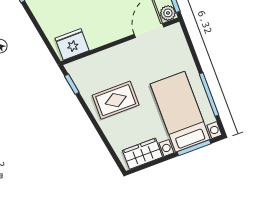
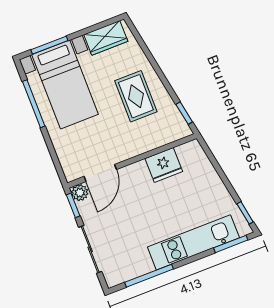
fridge: (72, 44) -> (164, 165), moved
rug: (116, 100) -> (136, 96), turned 90

